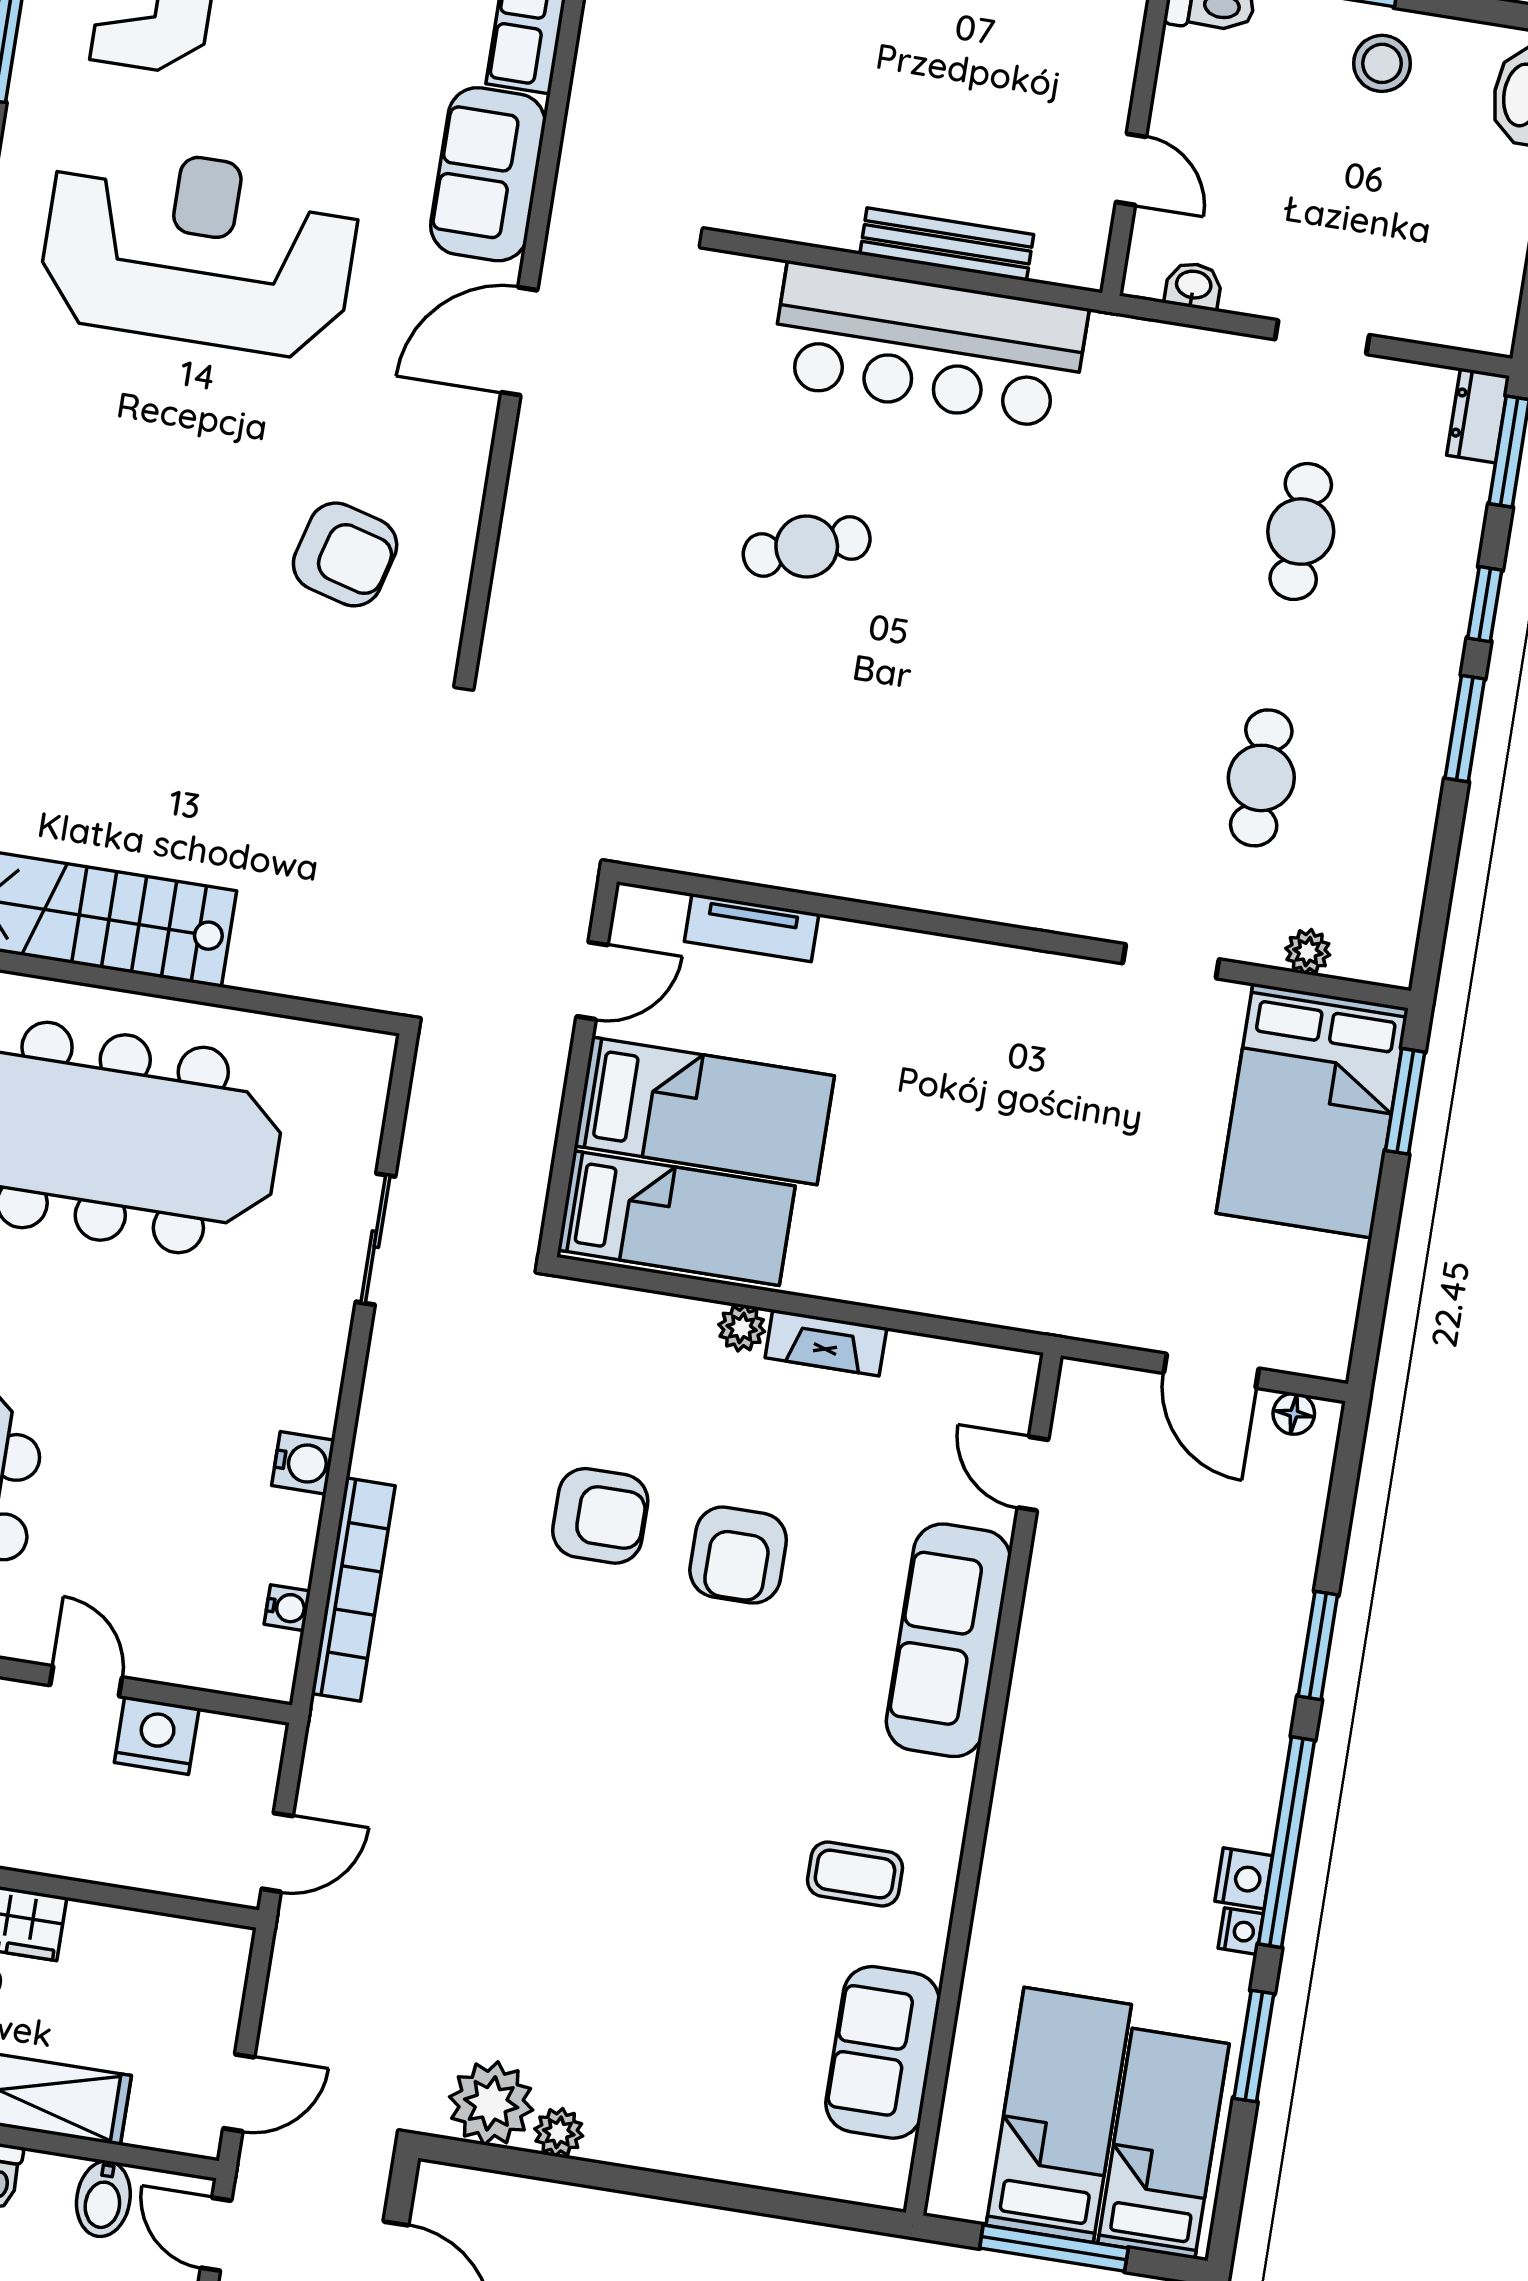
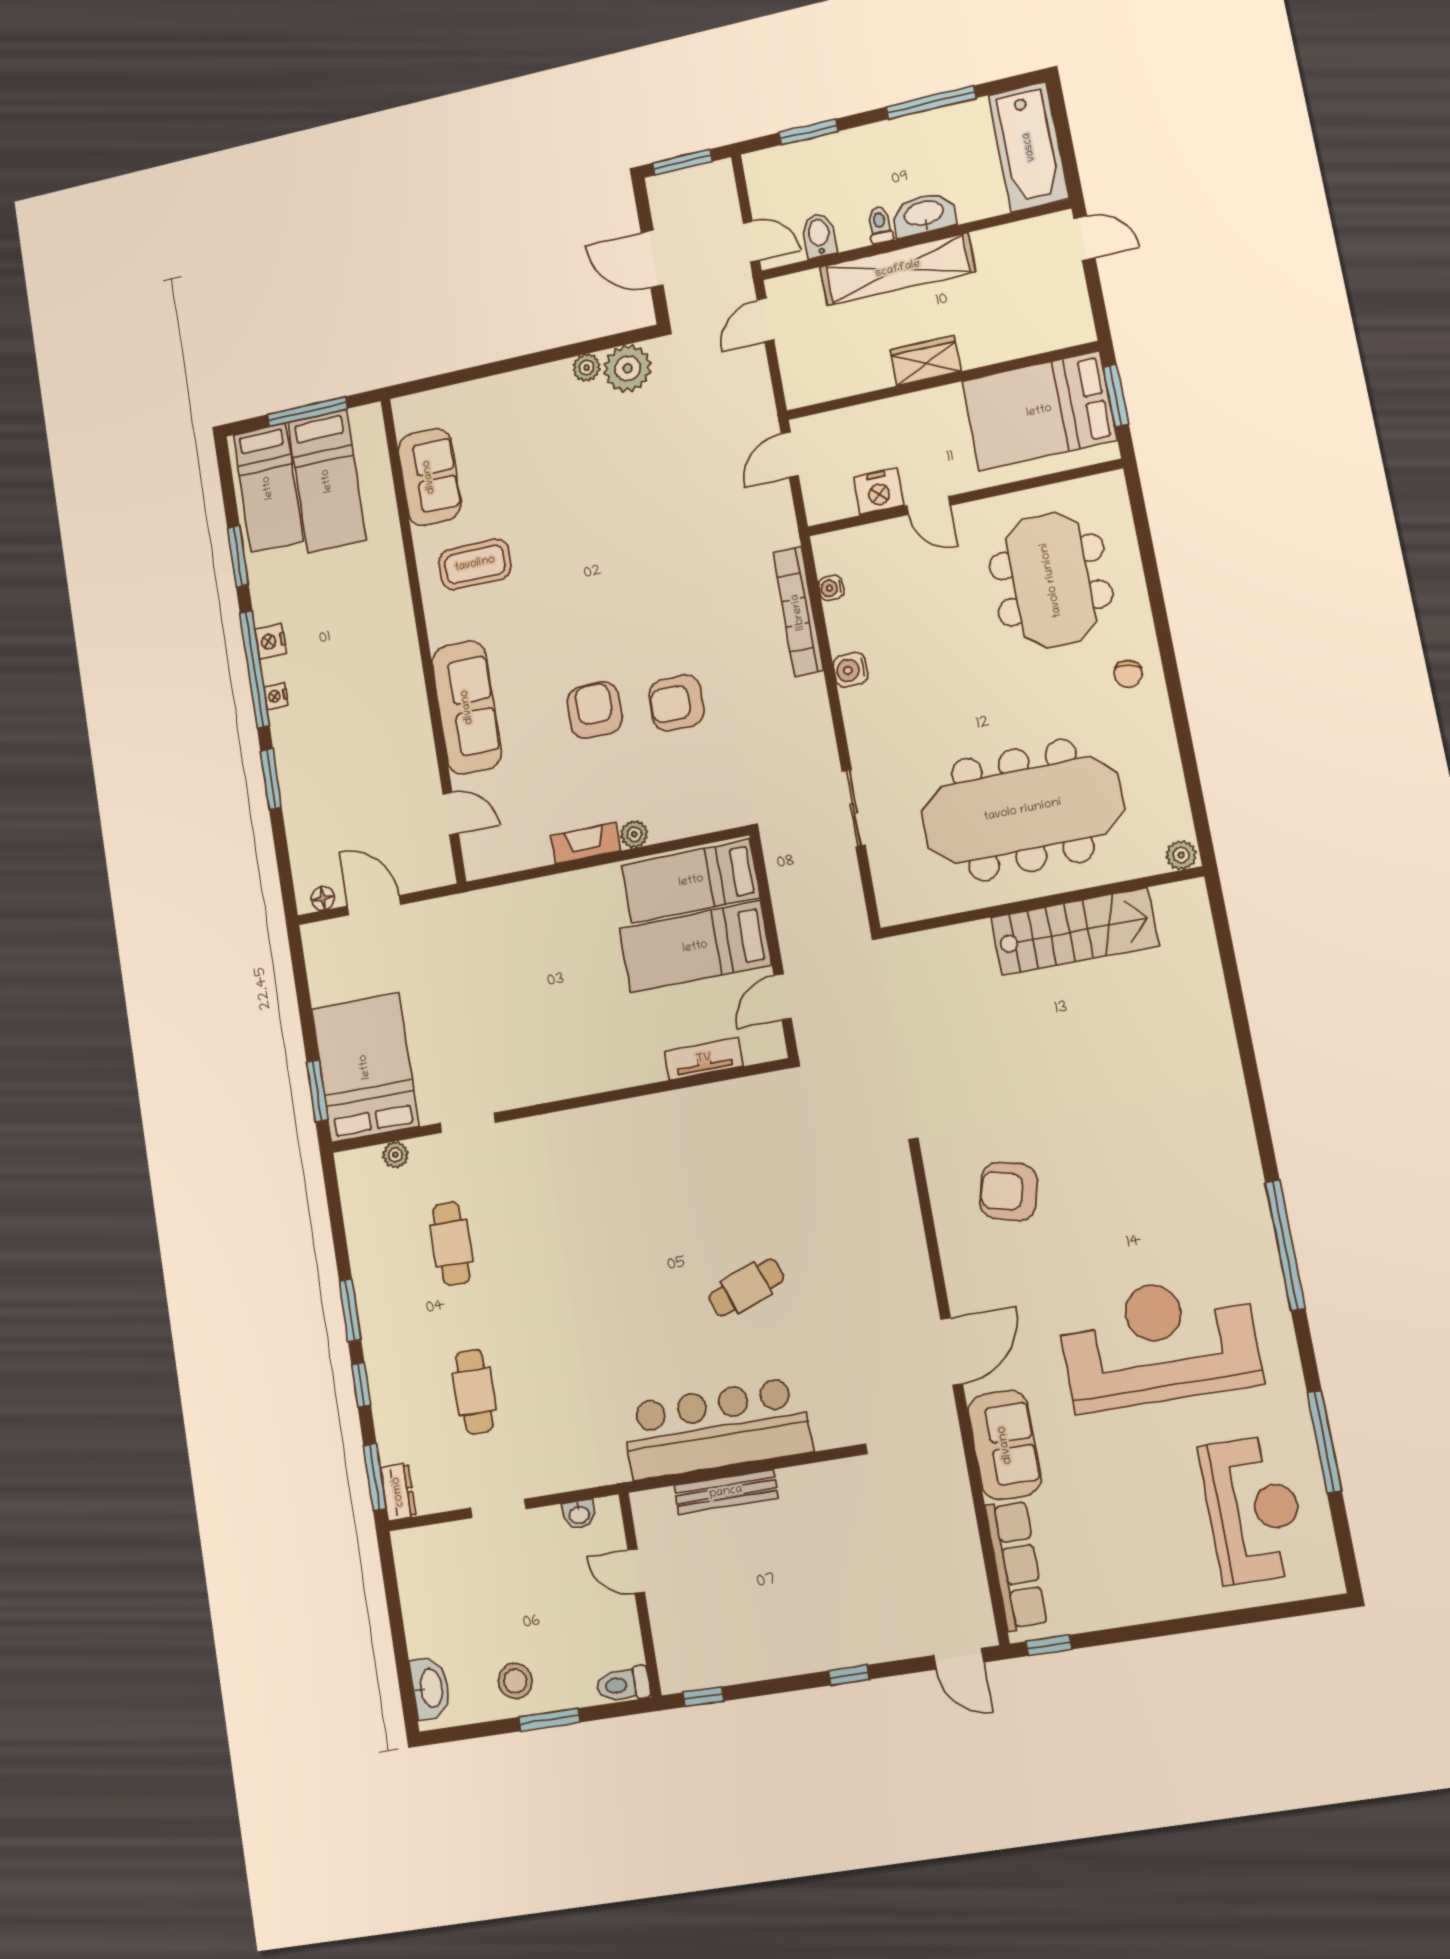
reception desk: (199, 250) -> (1159, 1342), turned 180
coffee table: (855, 1874) -> (475, 564), width x1.36, depth x1.30
nightstand: (1241, 1931) -> (276, 696), moved

